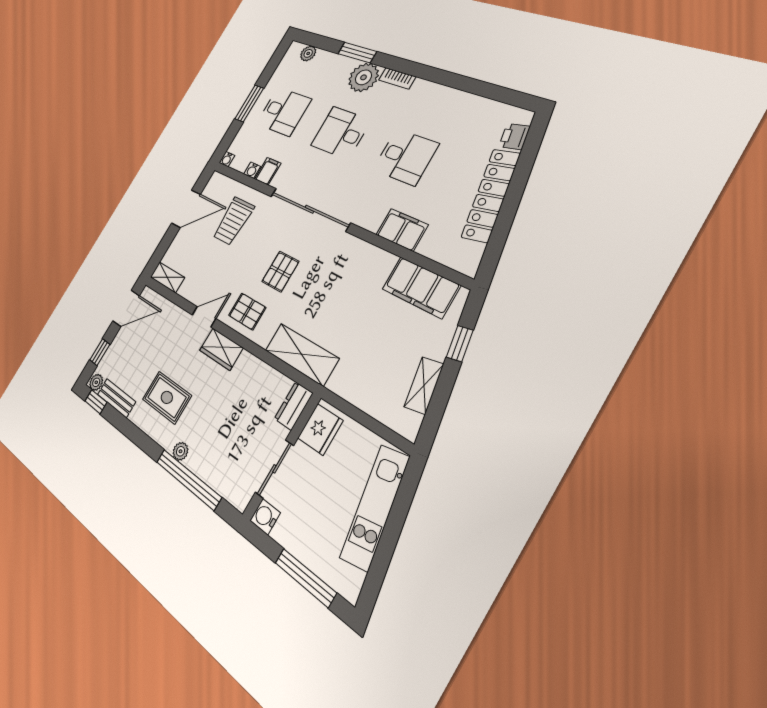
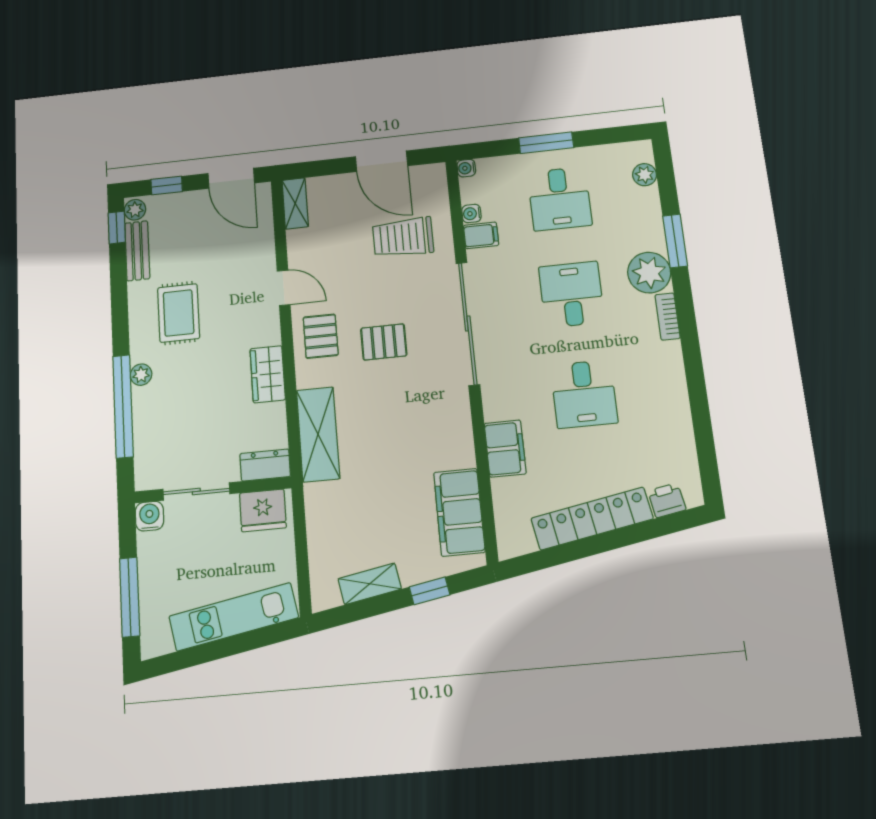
wardrobe: (221, 349) -> (268, 374), moved

